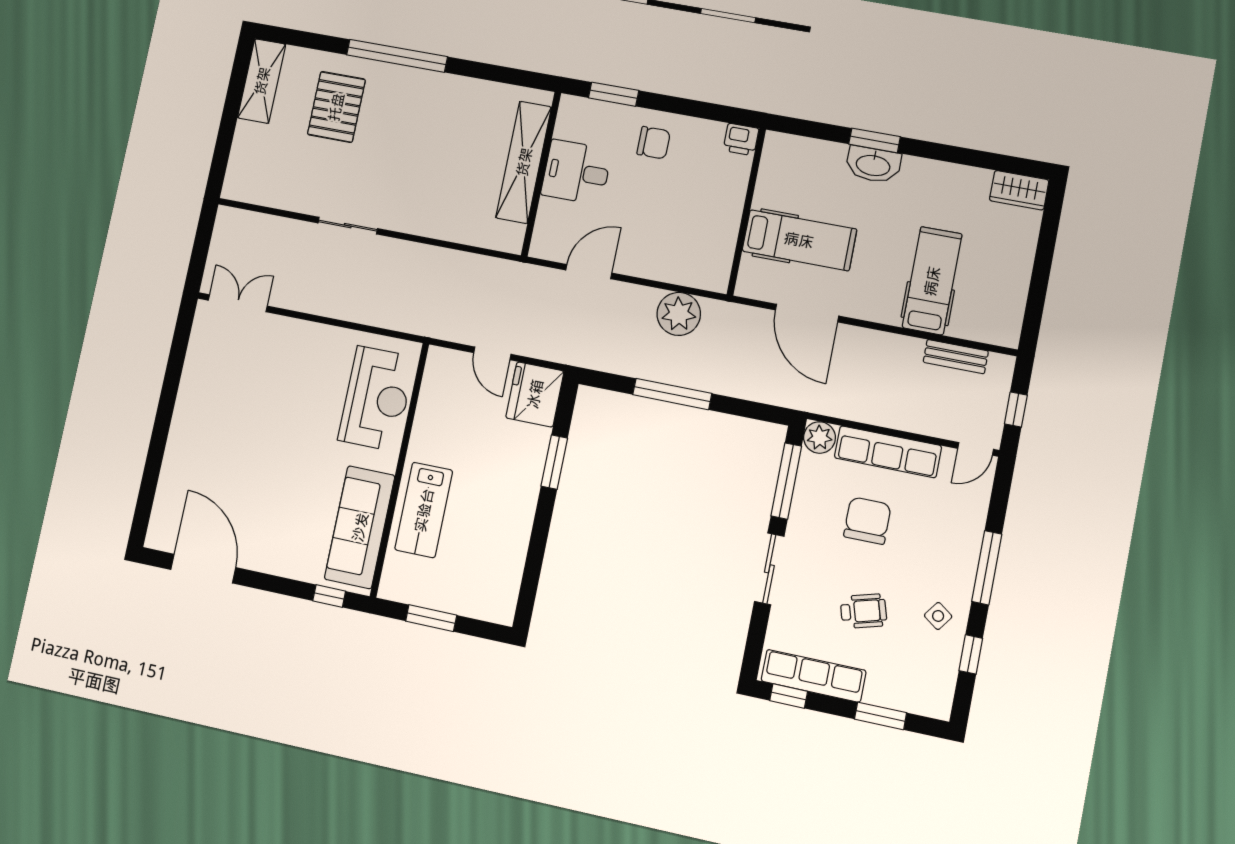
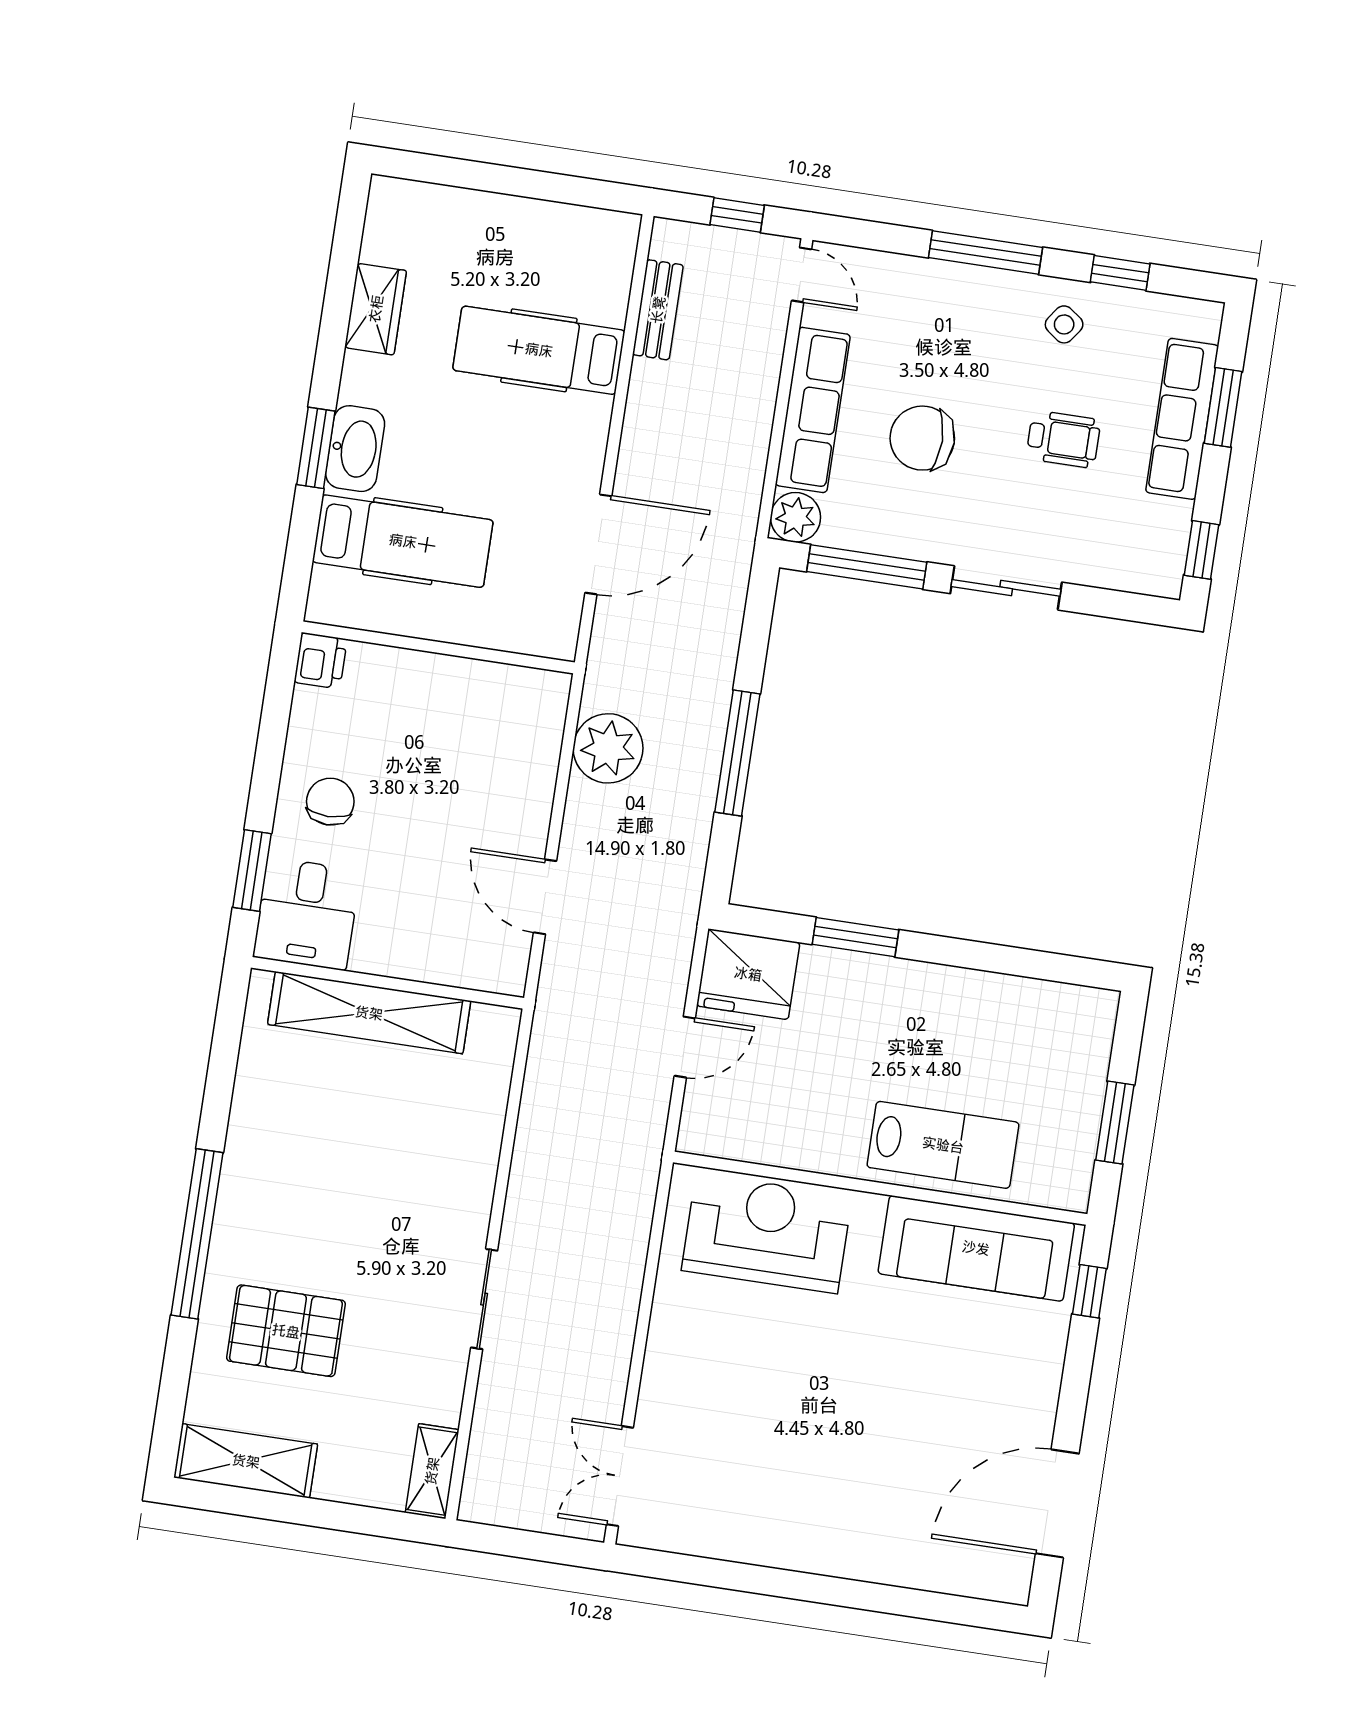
desk: (576, 172) -> (307, 914), moved
wardrobe: (1019, 190) -> (376, 309), moved
shelving: (248, 191) -> (432, 1471), added
hospital bed: (799, 240) -> (403, 541), moved, turned 90
wheelchair: (863, 611) -> (1063, 439), turned 106
row of seats: (813, 676) -> (1182, 419), moved

